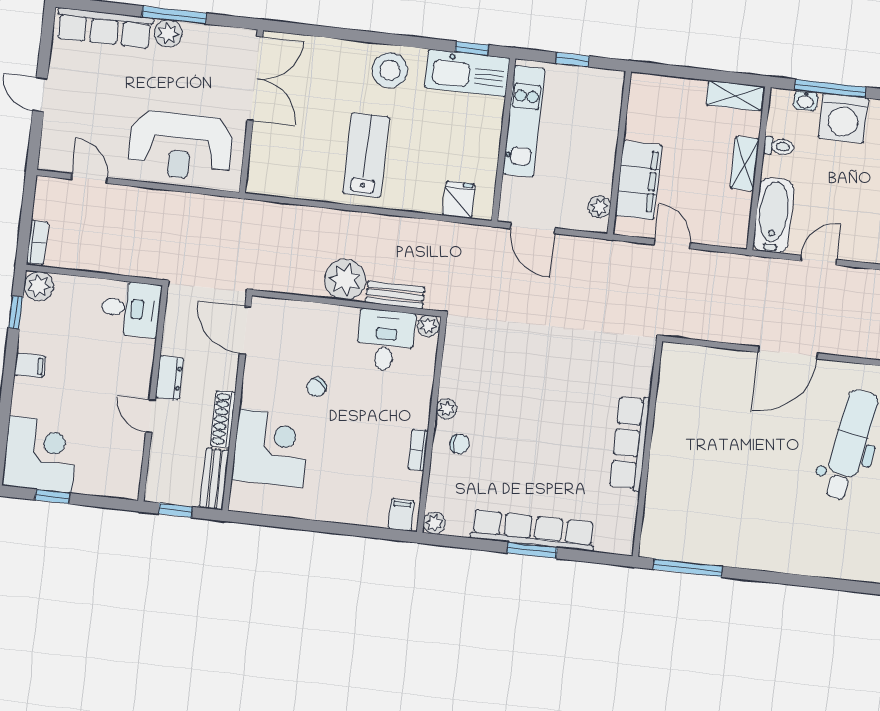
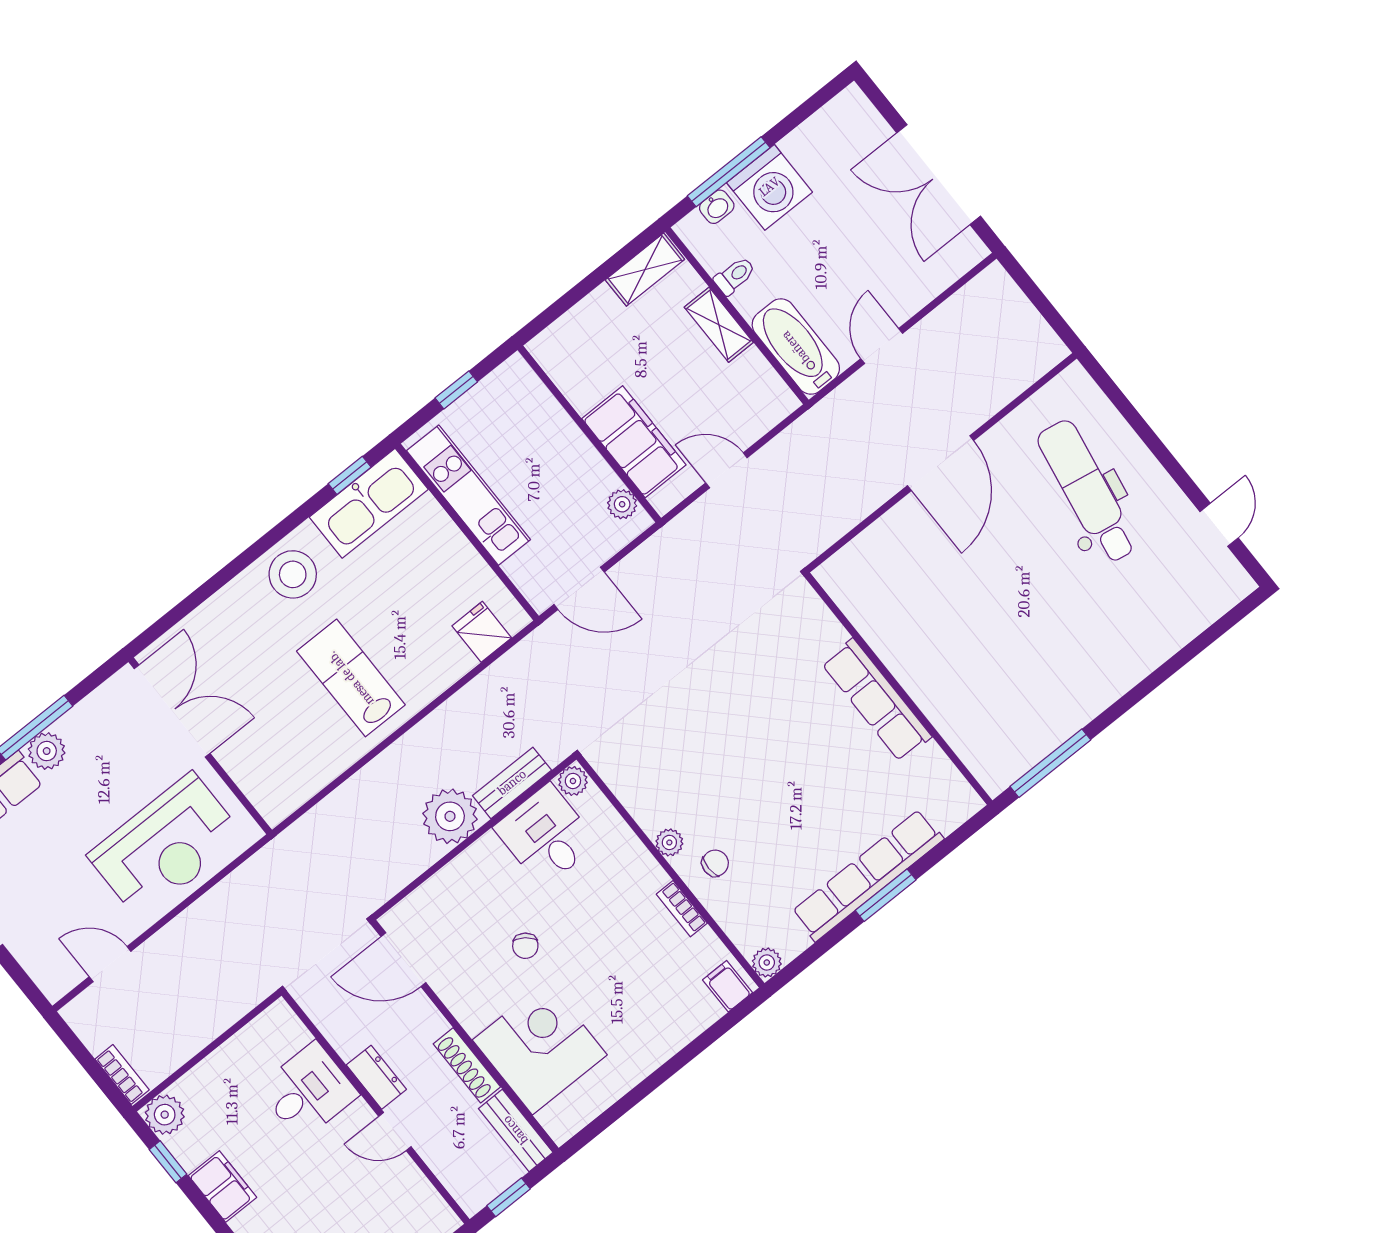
desk: (131, 309) -> (308, 1091), moved
filing cabinet: (30, 365) -> (223, 1186), width x2.00

